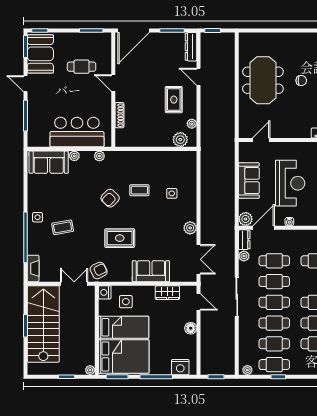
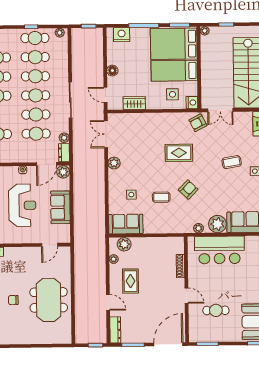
plant: (74, 156) -> (217, 224), width x1.88, depth x1.88
reception desk: (290, 183) -> (22, 205), turned 180
sofa: (151, 271) -> (126, 224), moved, turned 180

